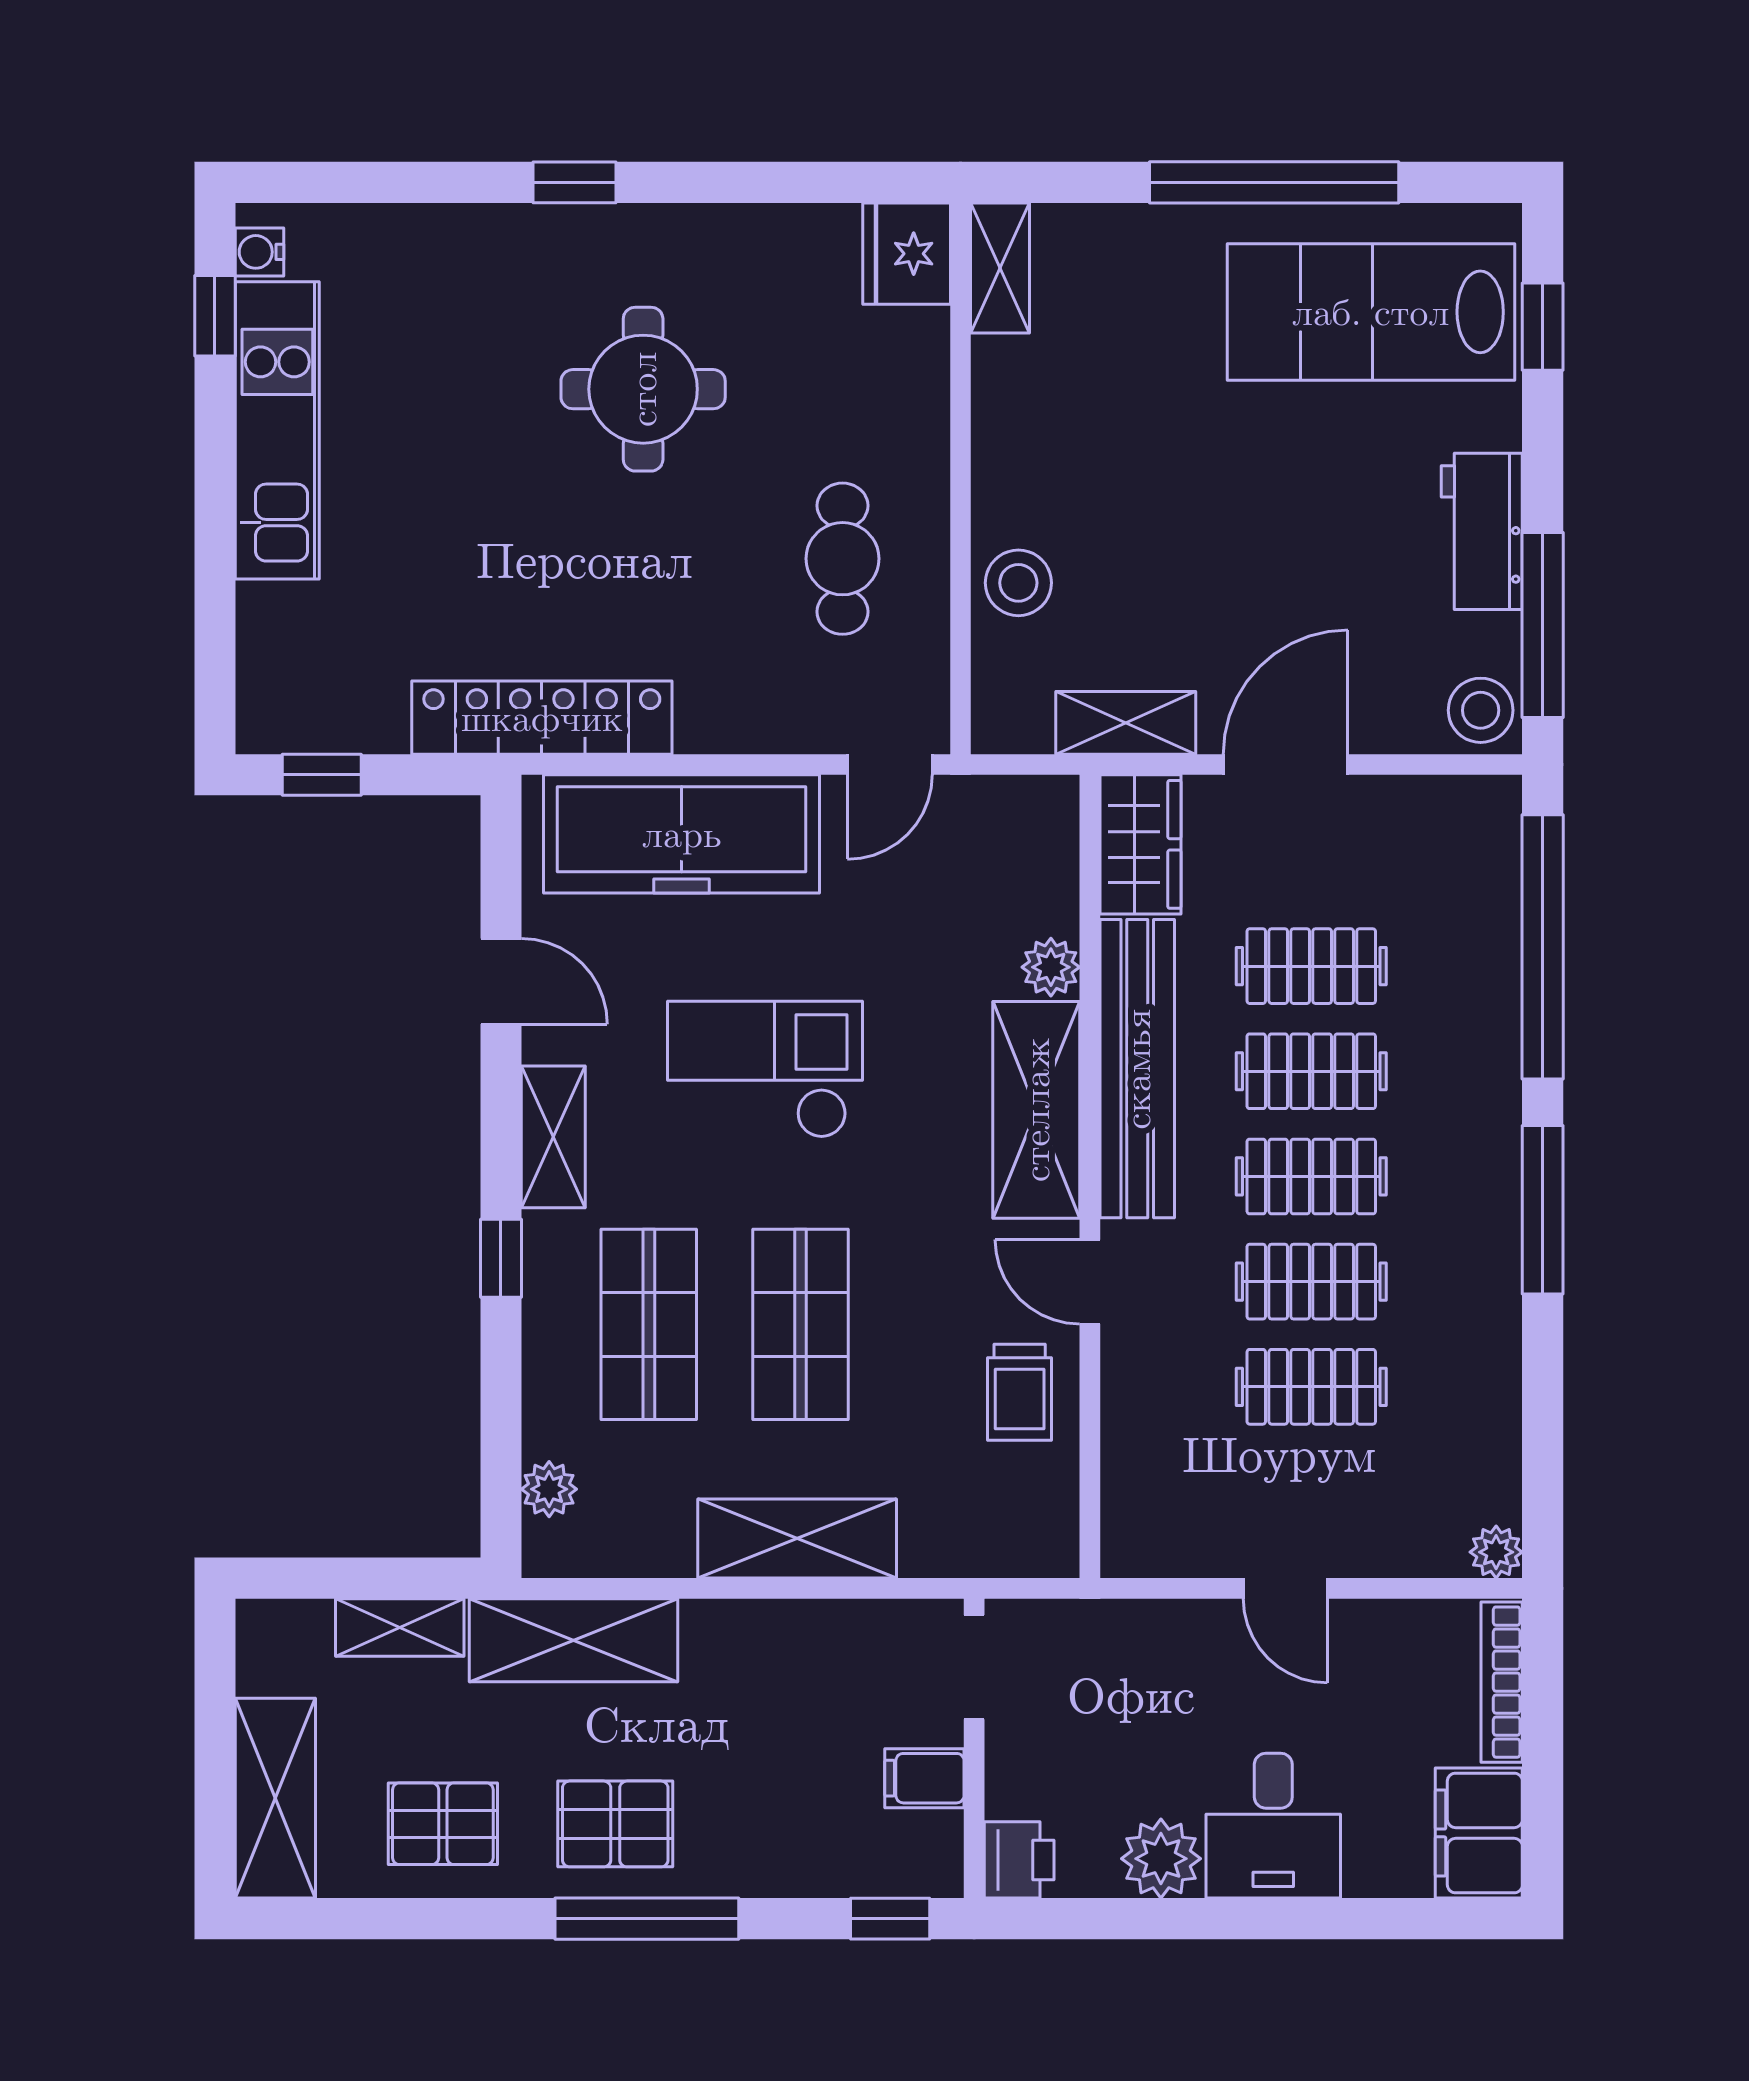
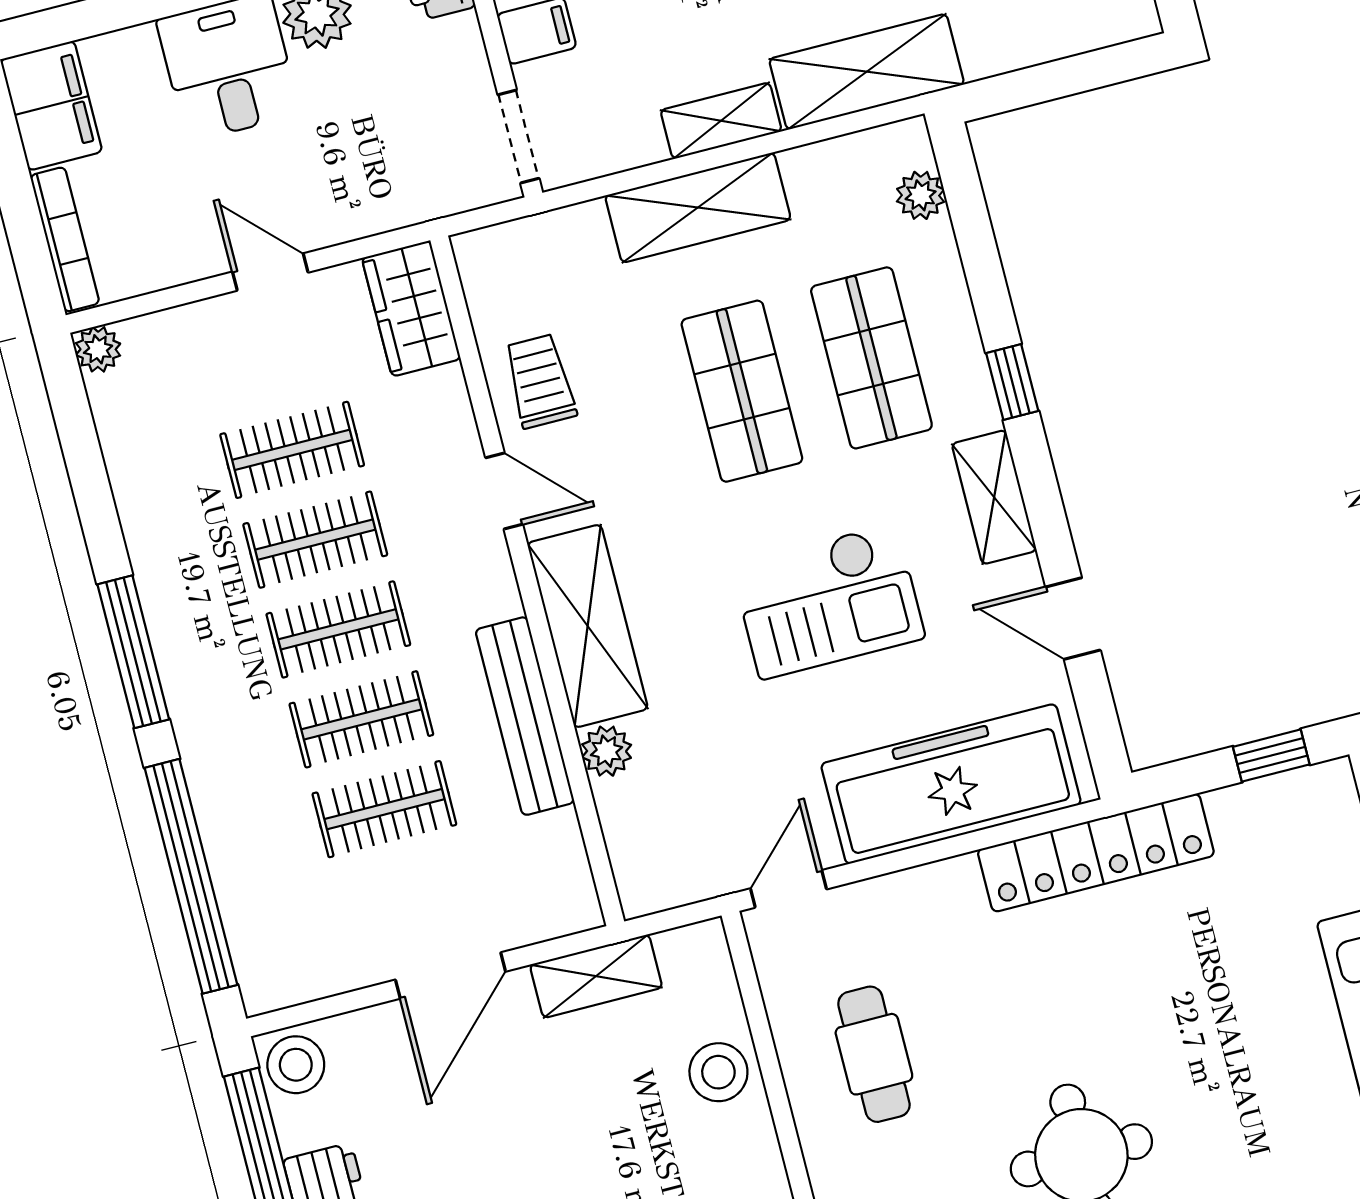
wardrobe: (1140, 844) -> (411, 308), moved
bench: (1137, 1069) -> (525, 716), width x0.73, depth x0.82
shelving: (400, 1627) -> (721, 121), moved

